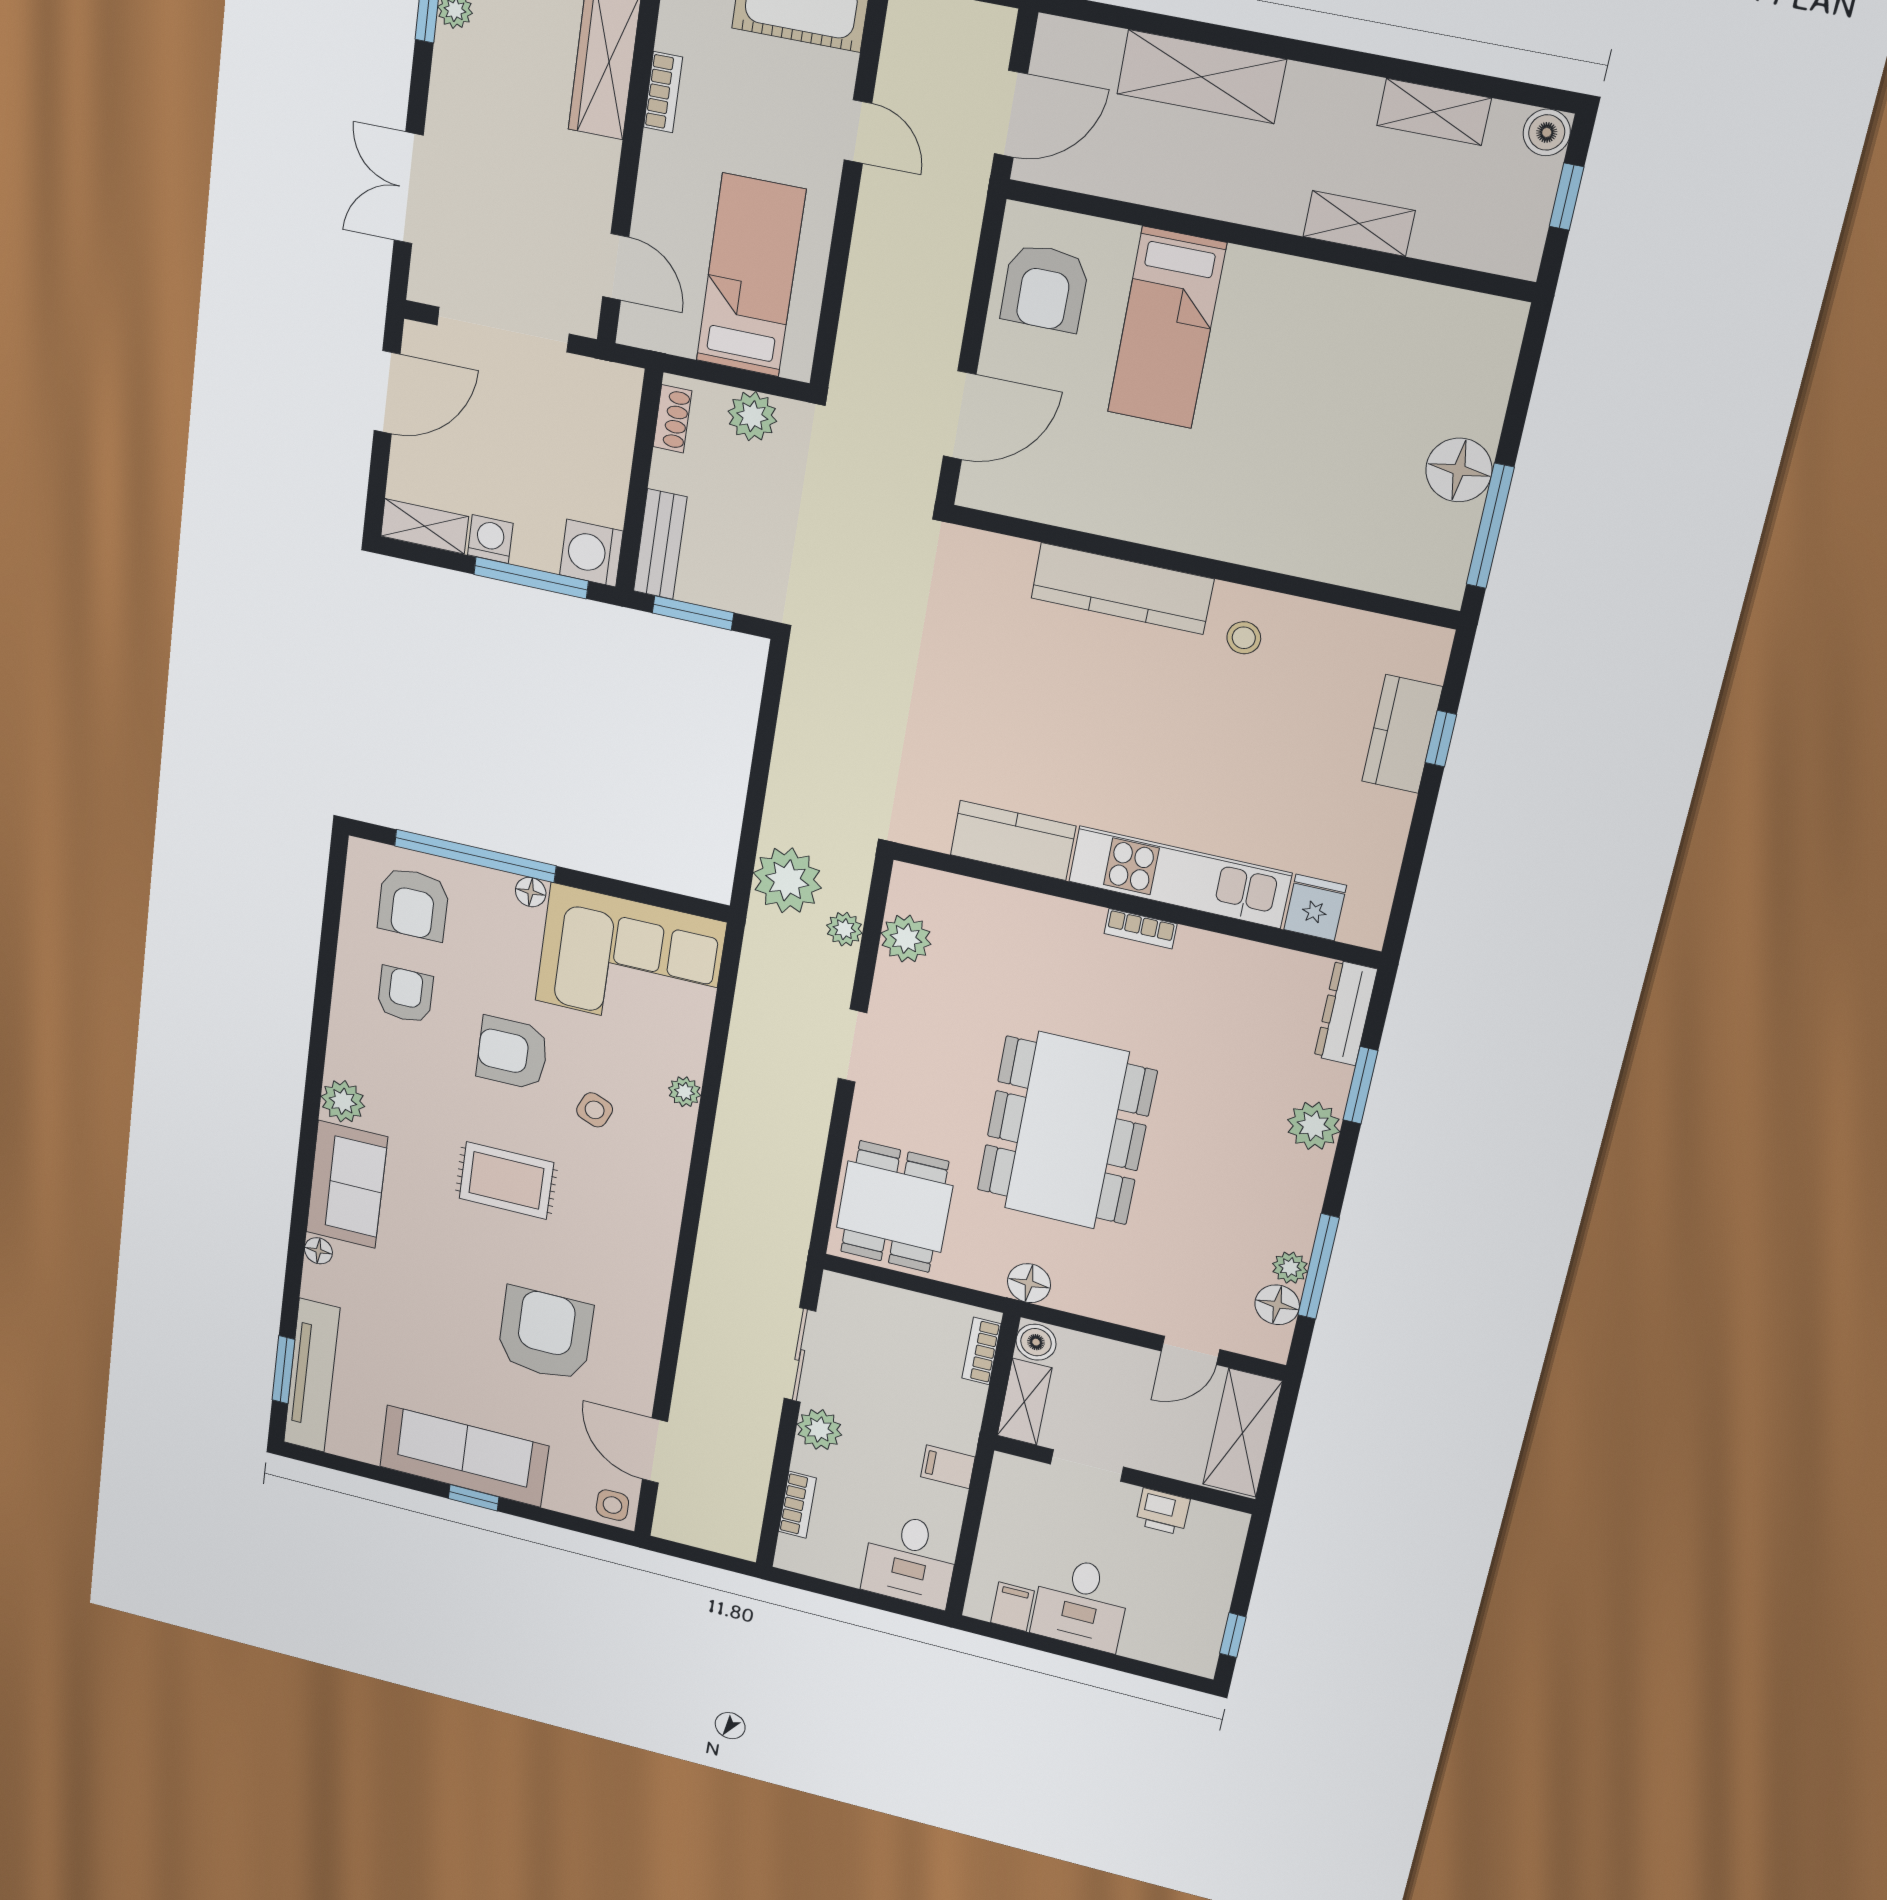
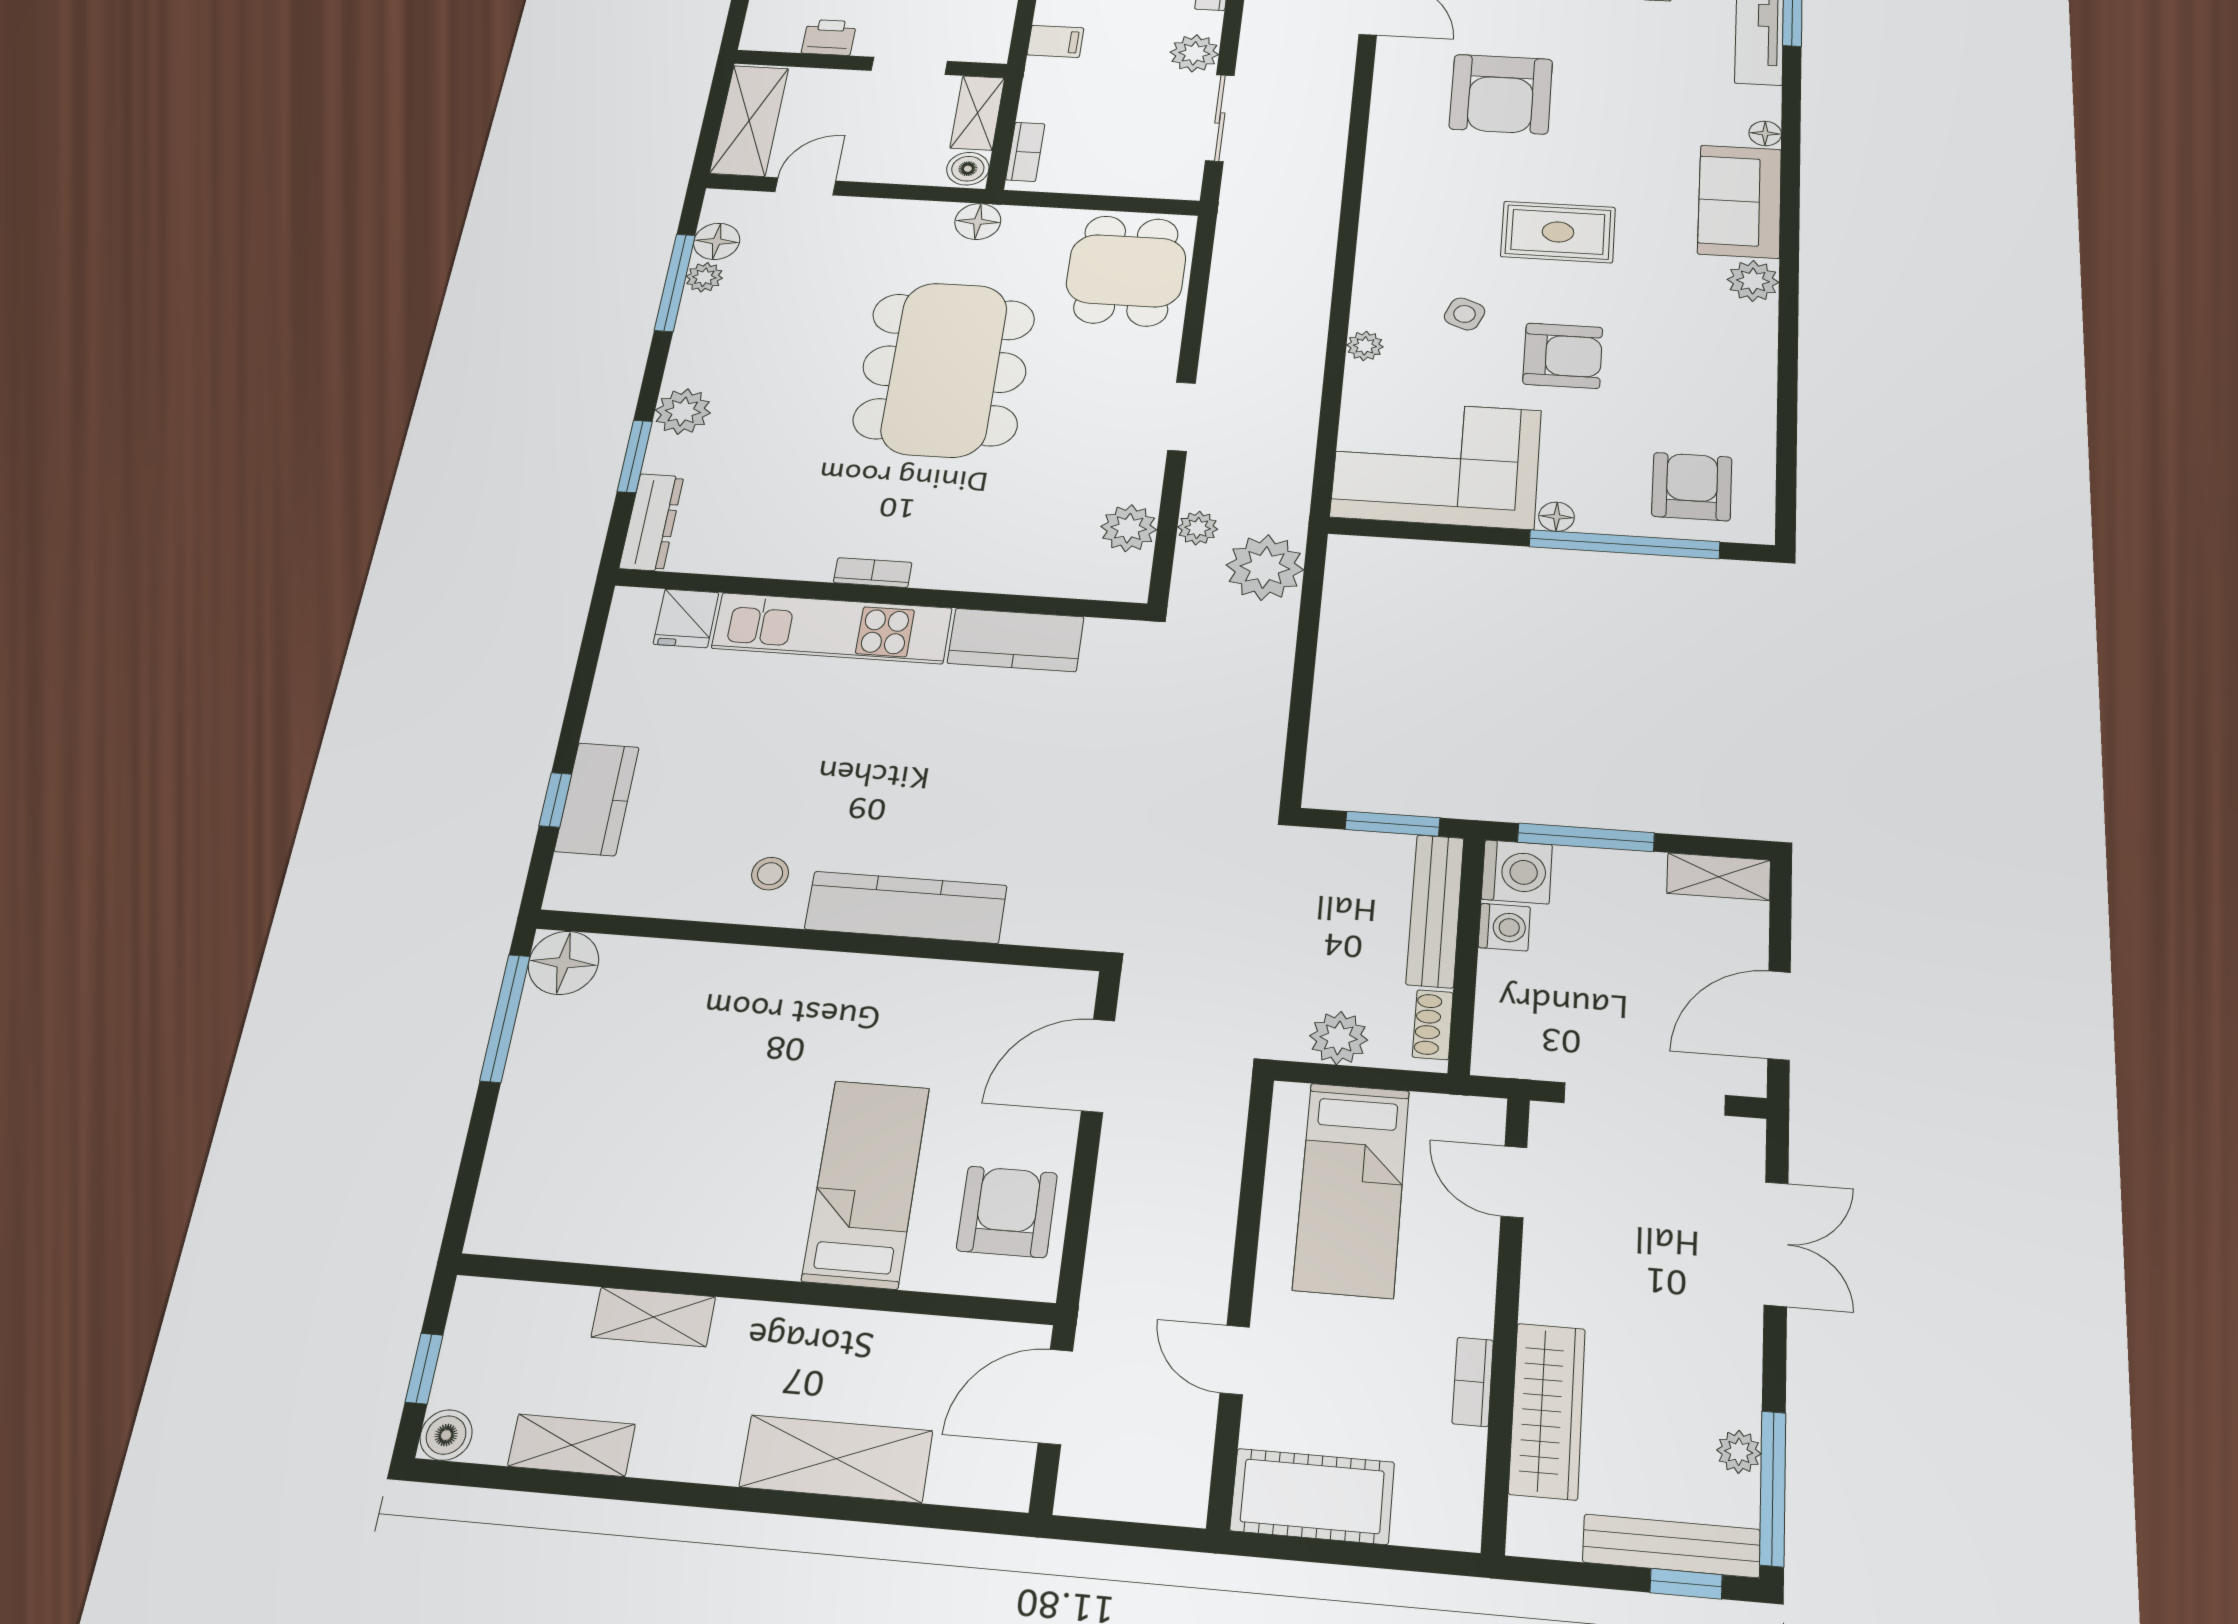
floor lamp: (1459, 470) -> (563, 963), moved
washing machine: (490, 539) -> (1504, 927), moved, turned -90
bench: (660, 544) -> (1435, 911), width x1.36
armchair: (405, 995) -> (1692, 395), removed

